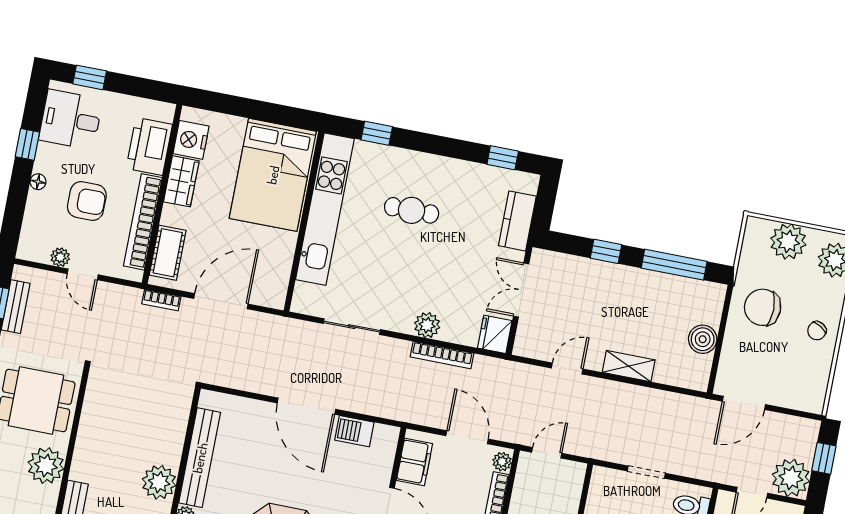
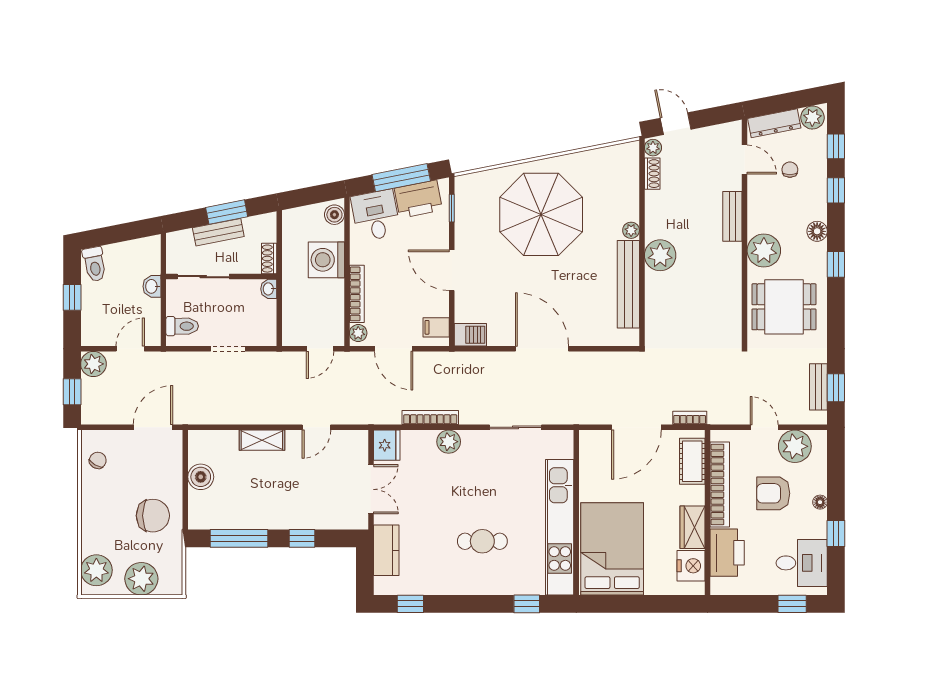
plant: (60, 257) -> (795, 446), width x1.88, depth x1.88
chair: (817, 331) -> (98, 460), moved
barbecue: (354, 431) -> (470, 335), moved
filing cabinet: (414, 462) -> (436, 327), width x0.50
plant: (791, 478) -> (93, 364), width x0.73, depth x0.73

